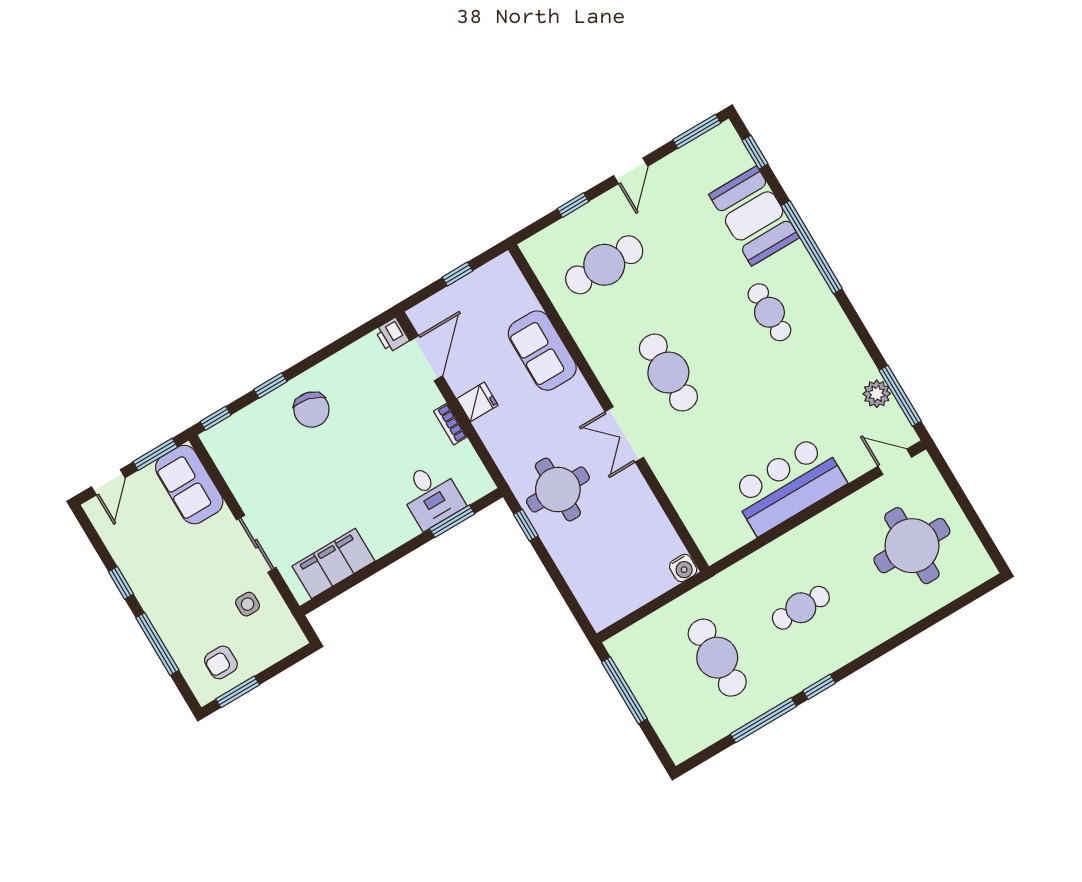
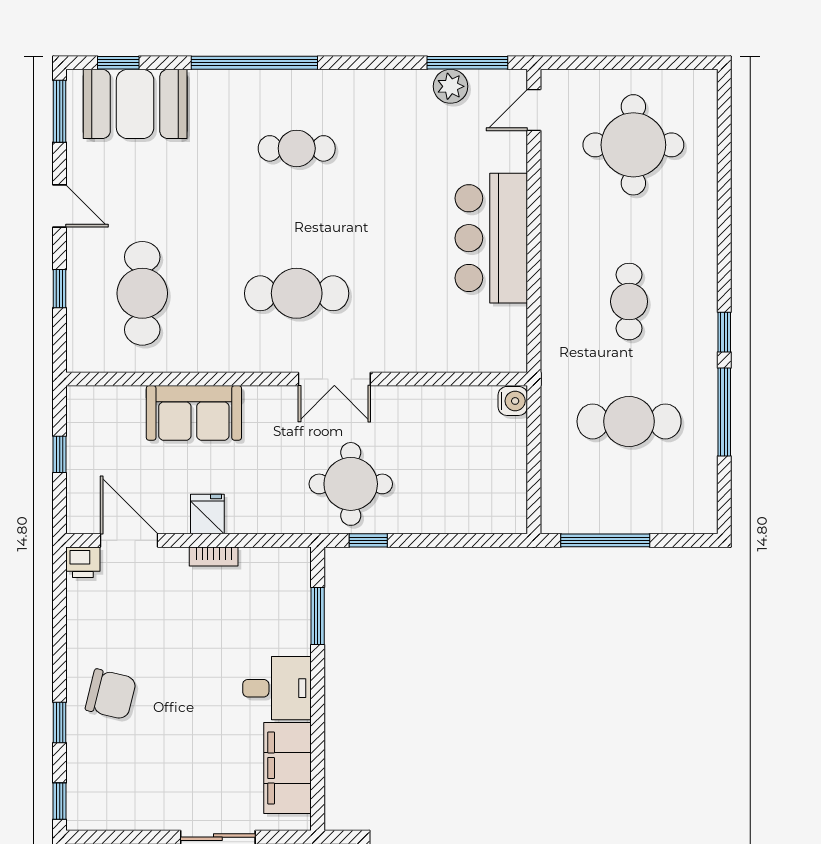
booth: (754, 216) -> (135, 104), moved
desk: (431, 495) -> (277, 688), moved

